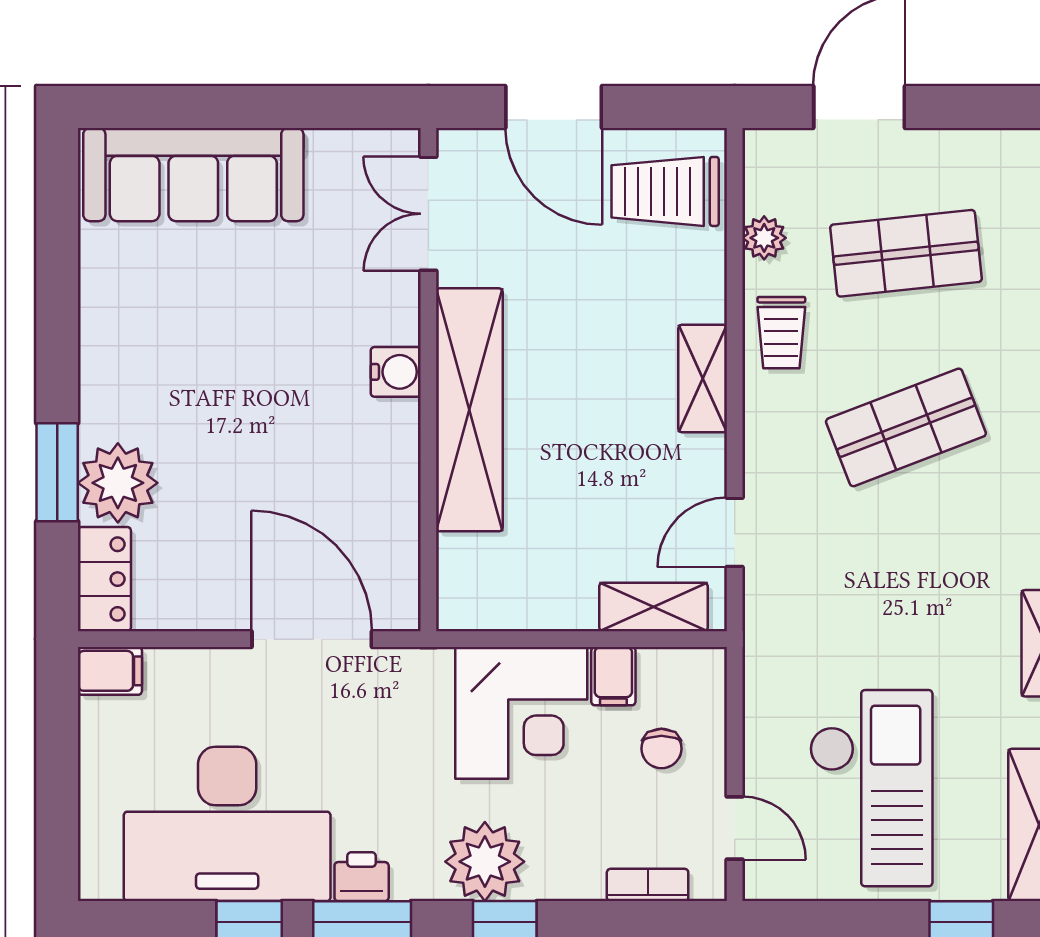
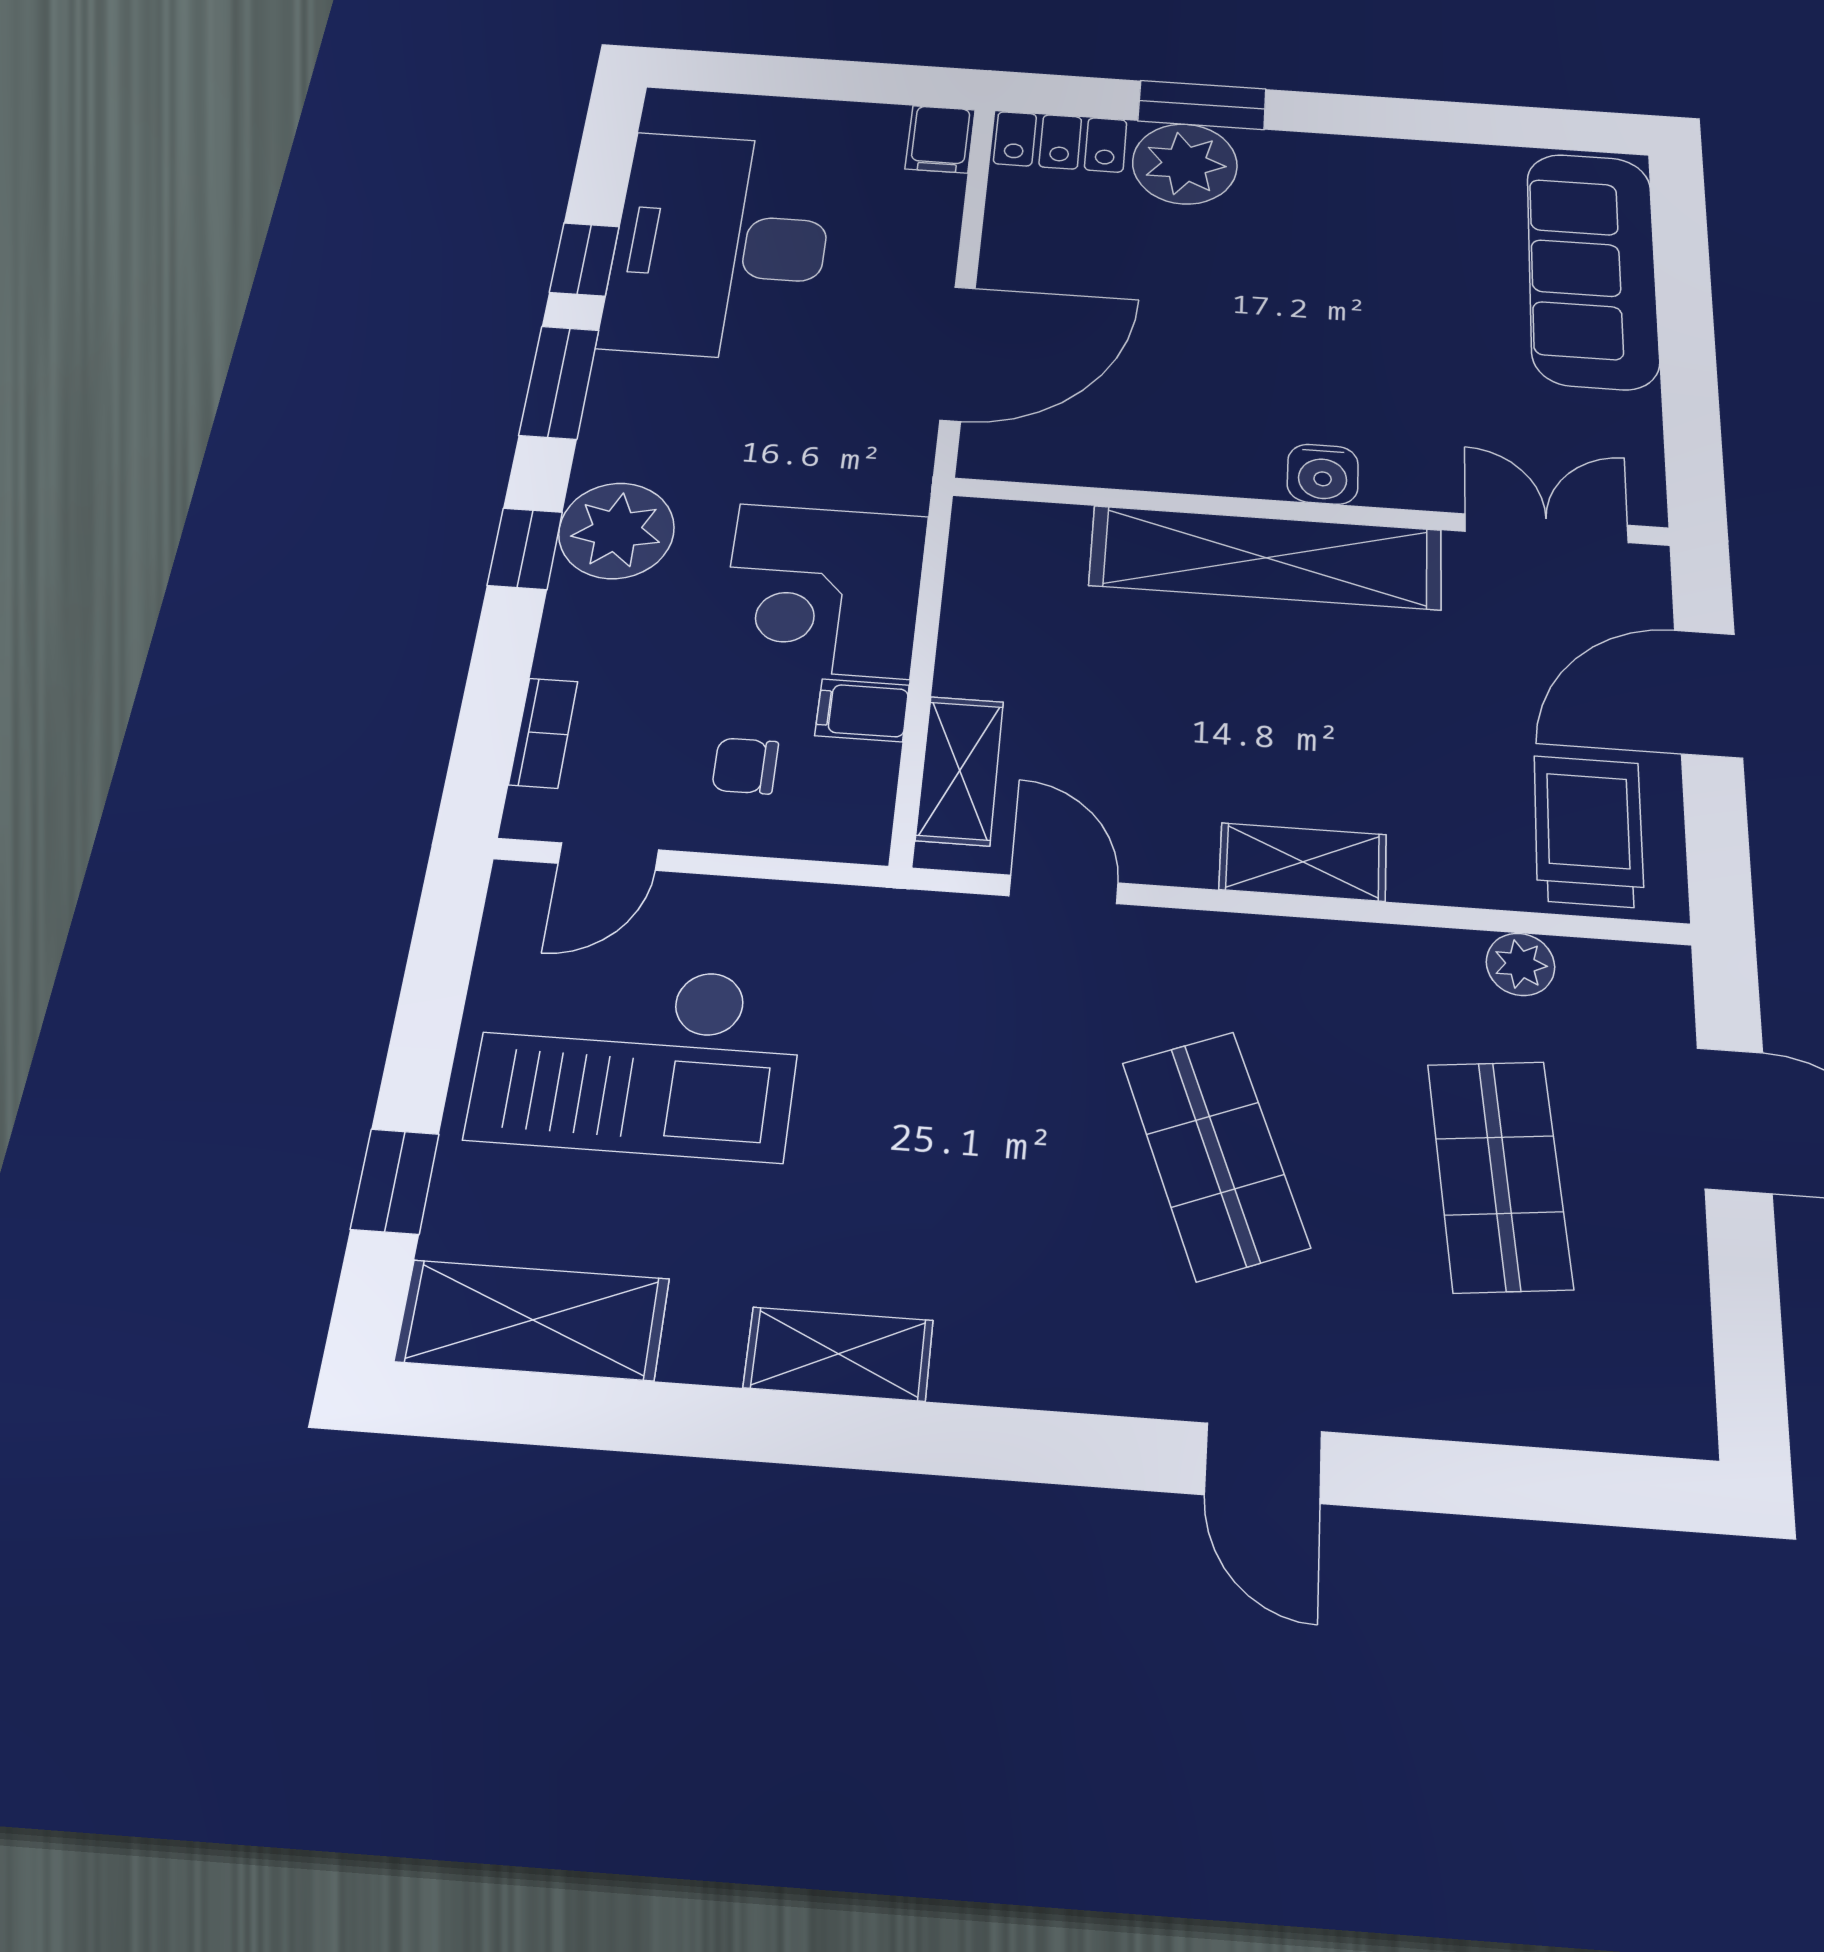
trolley: (781, 333) -> (1372, 978), removed
printer: (362, 877) -> (622, 386), removed

